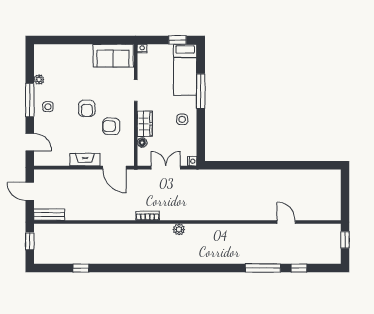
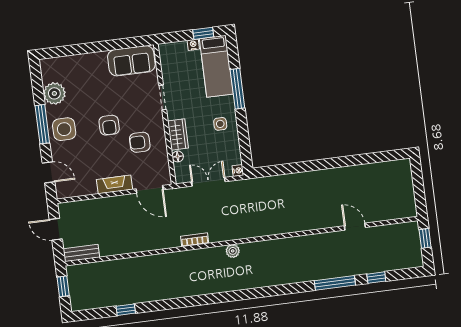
nightstand: (142, 49) -> (193, 45), moved
plant: (39, 80) -> (54, 93), width x1.87, depth x1.87
side table: (48, 107) -> (64, 129), width x1.87, depth x1.87

